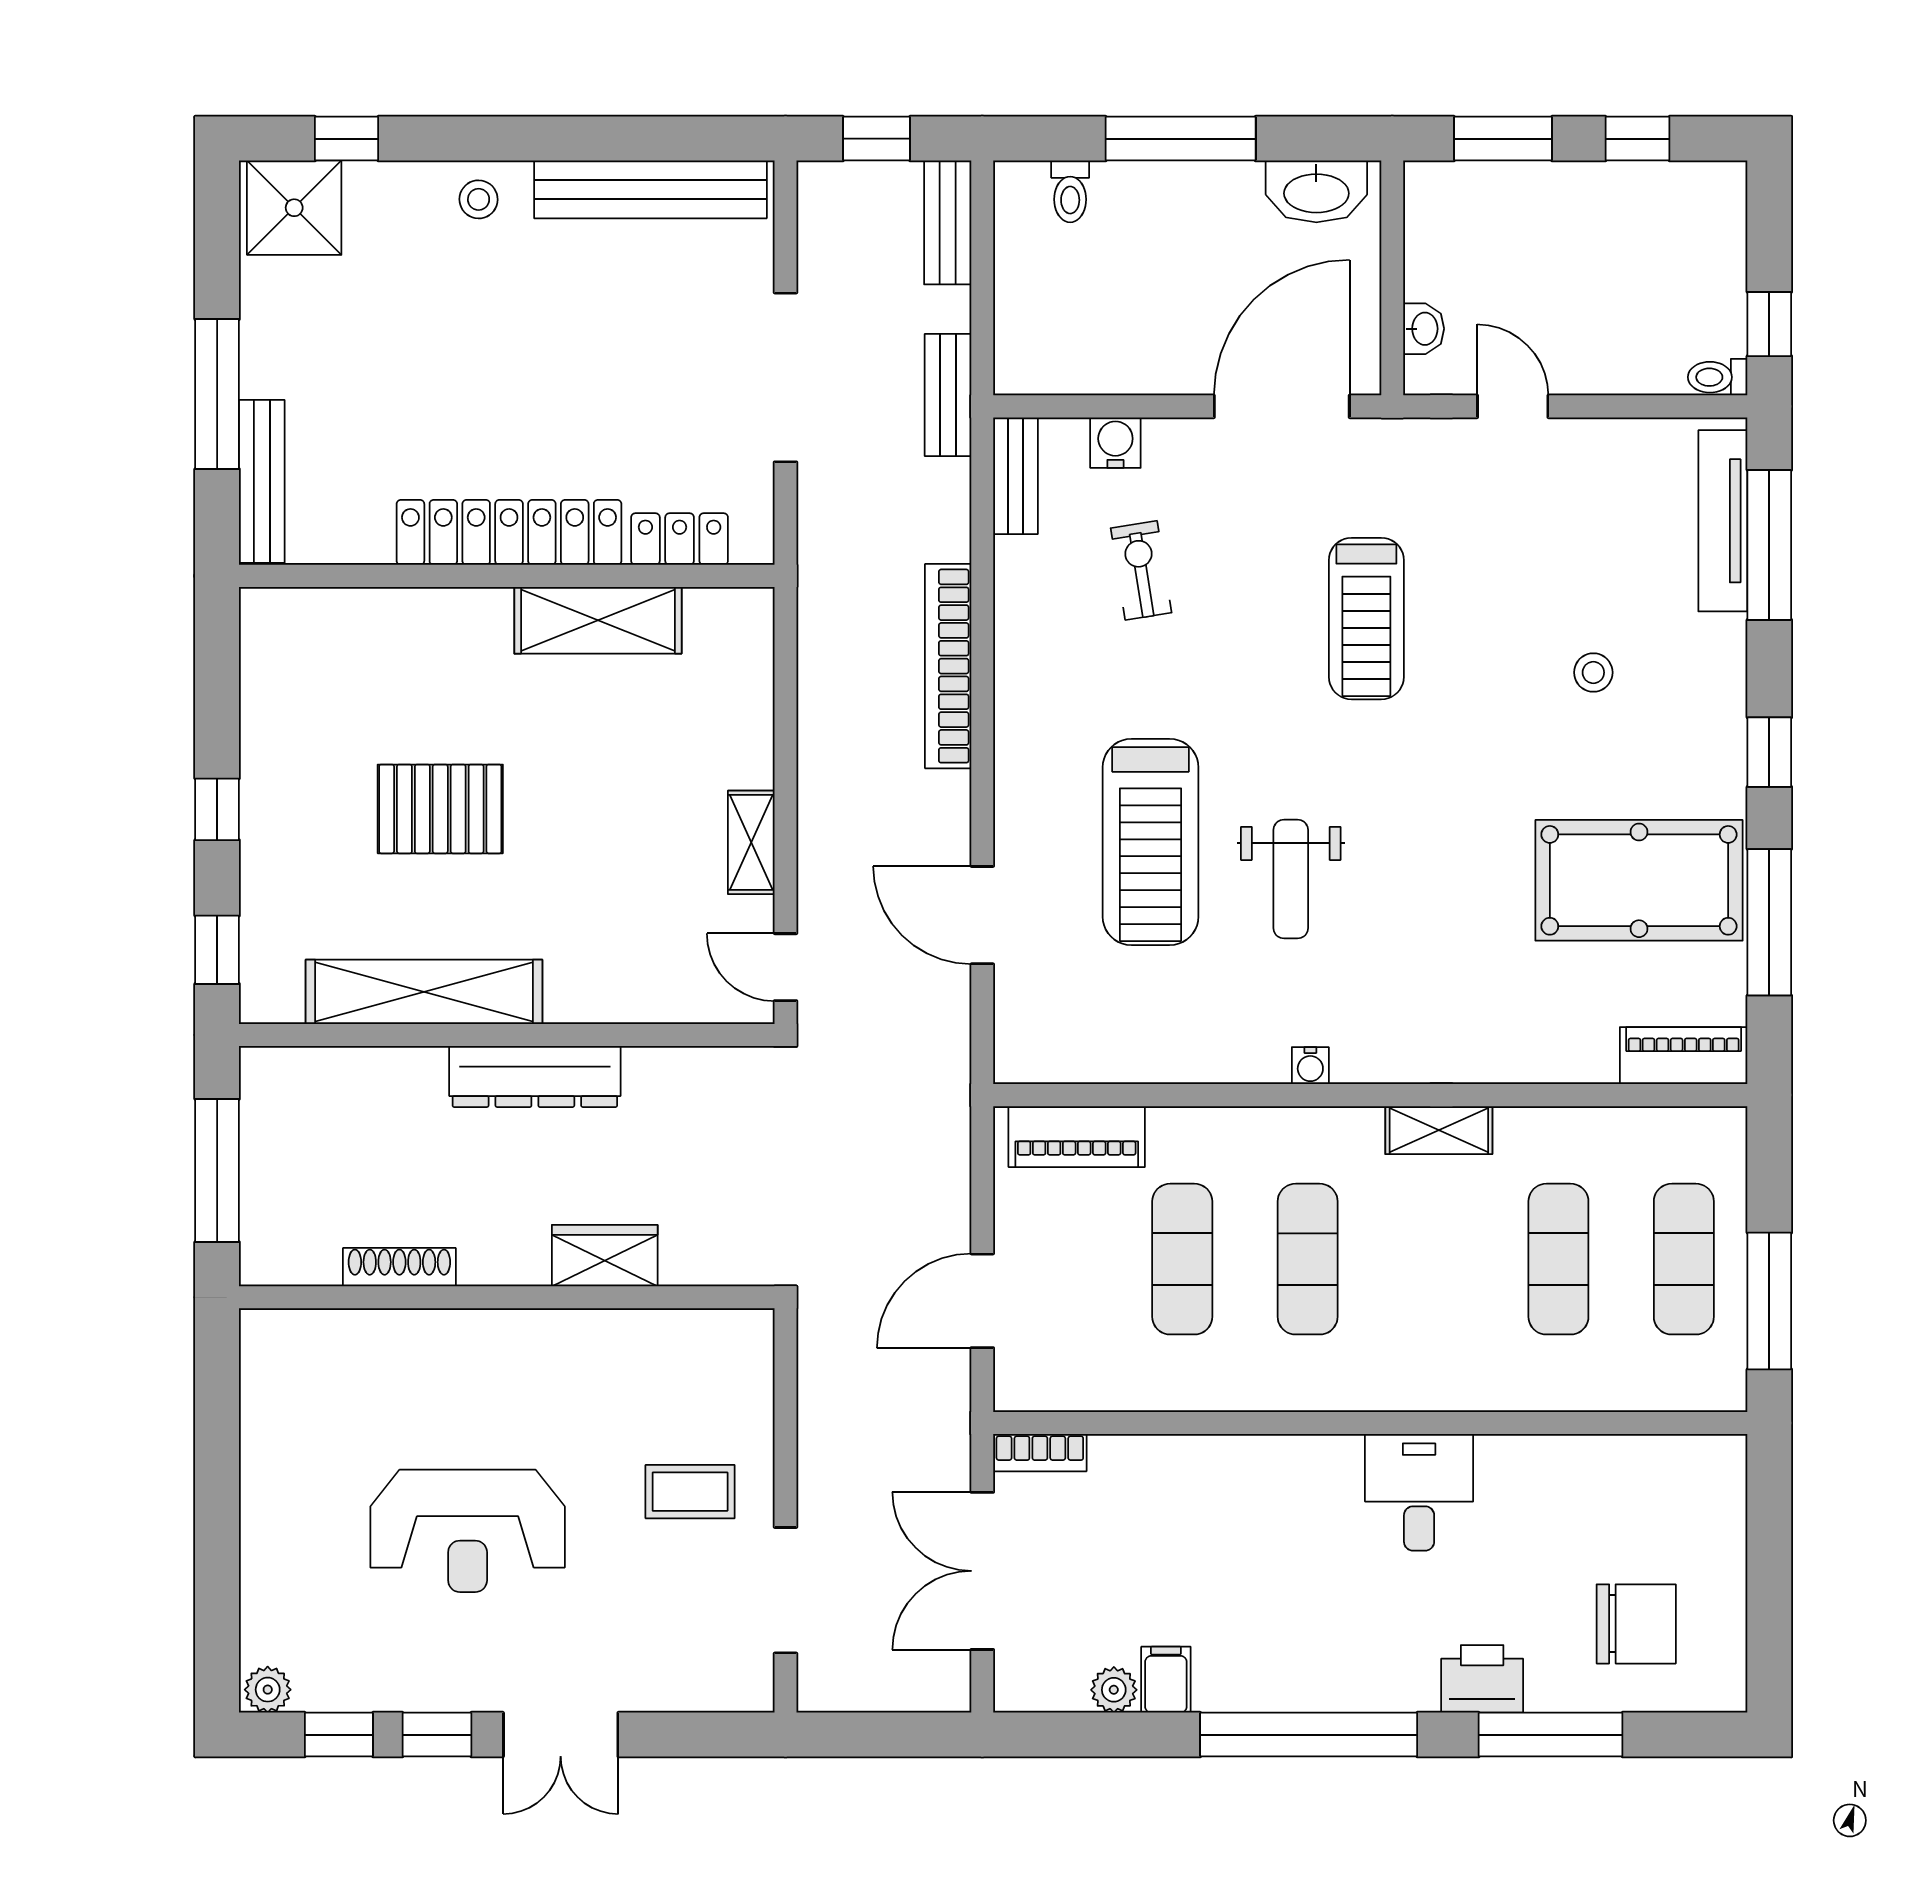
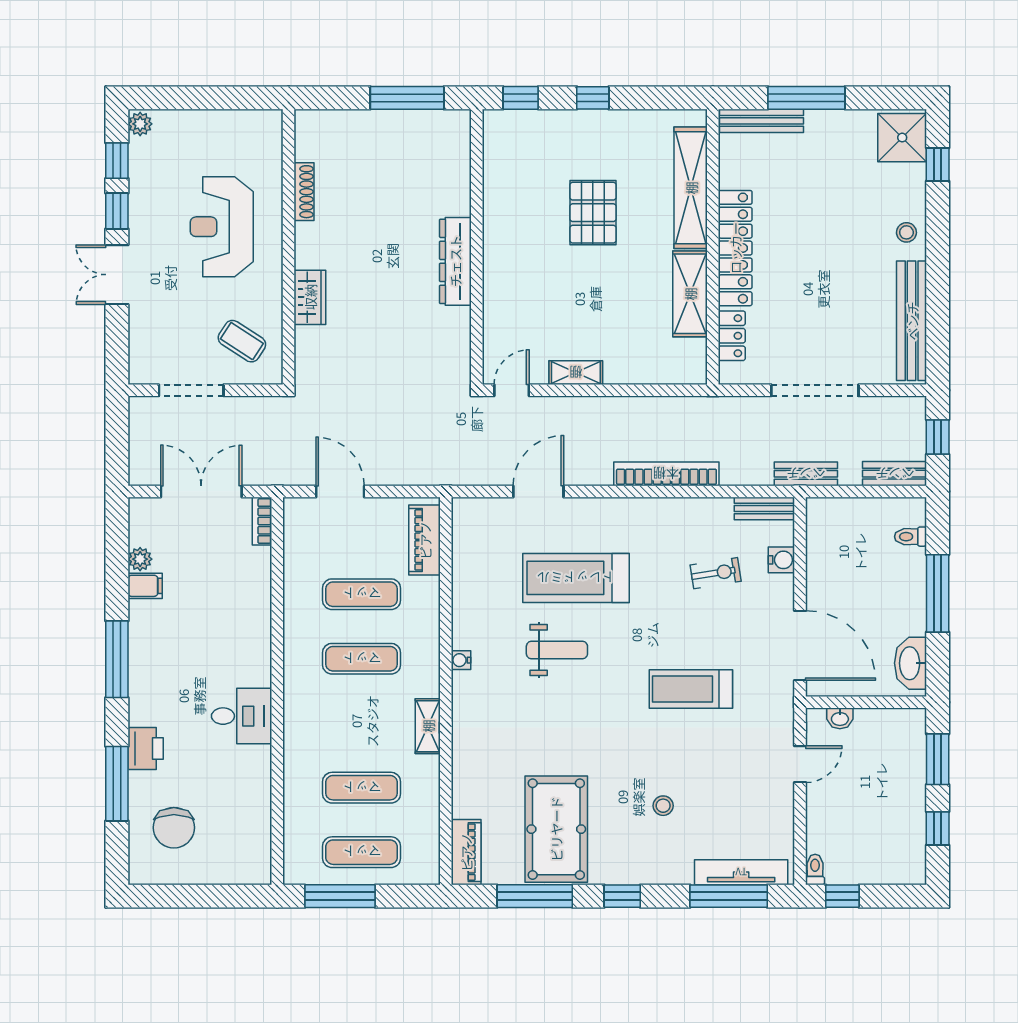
weight bench: (1291, 879) -> (557, 650), turned 180
shelving: (424, 992) -> (691, 188), moved
wardrobe: (605, 1256) -> (310, 297), moved
shoe rack: (399, 1267) -> (304, 192), moved
wall: (507, 1297) -> (288, 247), moved
coffee table: (690, 1492) -> (242, 341), turned -57
window: (1309, 1735) -> (117, 659), width x0.68

